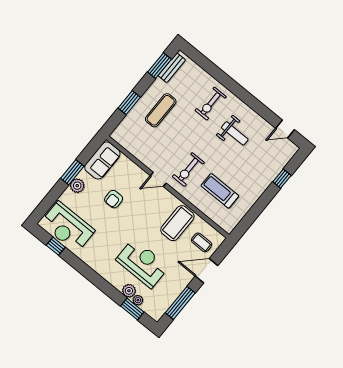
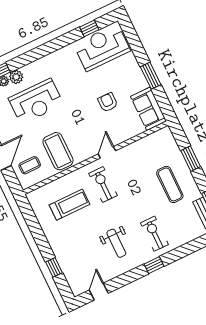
window: (239, 91) -> (154, 265), added
weight bench: (235, 133) -> (116, 243), turned -90
plant: (77, 186) -> (136, 74), removed

